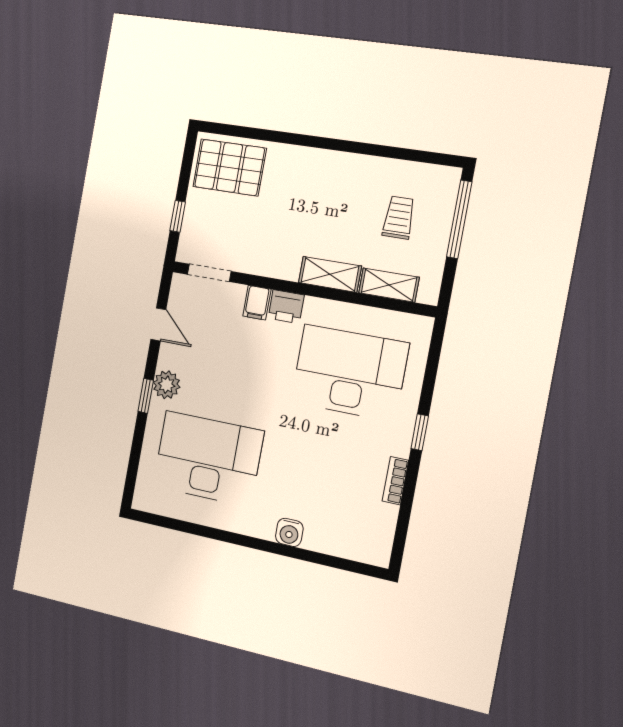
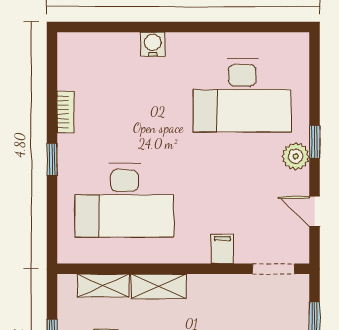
printer: (286, 307) -> (194, 250), removed

